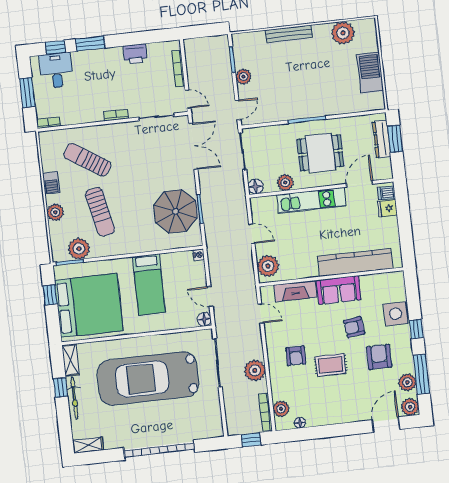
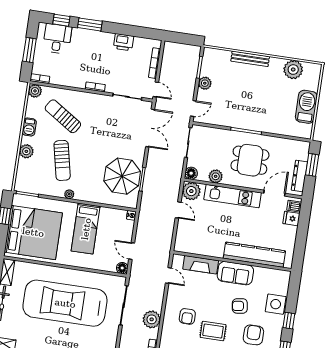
plant: (47, 139) -> (35, 91), added
dresser: (382, 139) -> (299, 176), moved
plant: (79, 249) -> (69, 194), moved, width x0.53, depth x0.53
plant: (268, 266) -> (191, 191), moved

